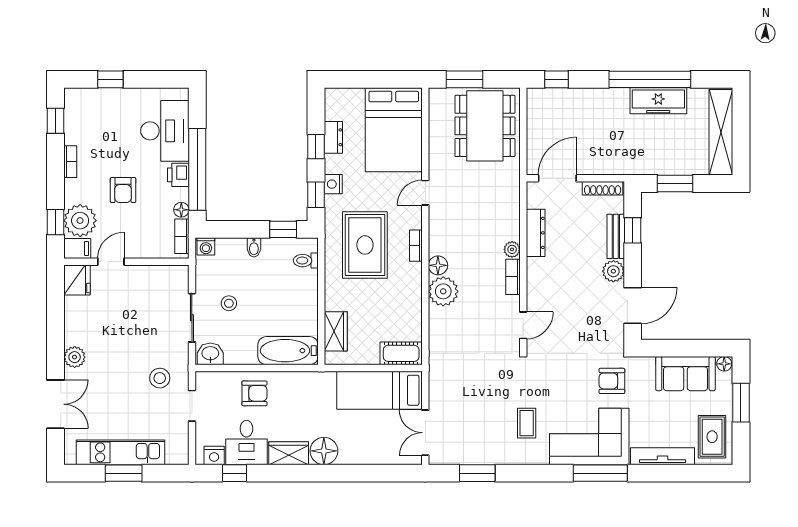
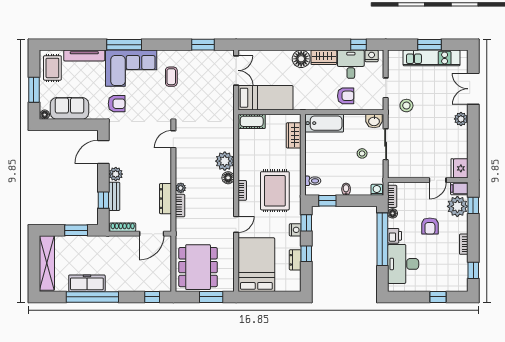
armchair: (123, 190) -> (430, 226), turned 180
bookcase: (513, 277) -> (180, 206), moved
armchair: (254, 393) -> (346, 96), turned 180

